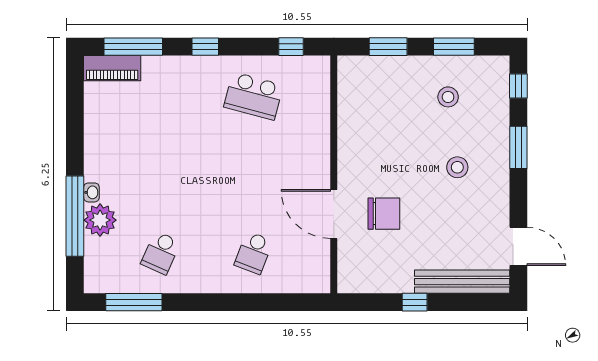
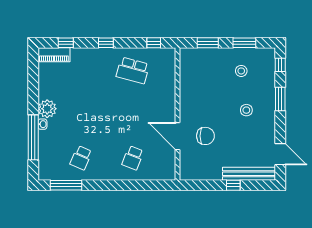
window: (133, 47) -> (66, 43), width x0.46
plant: (100, 220) -> (47, 109), moved
window: (415, 302) -> (233, 185), moved

